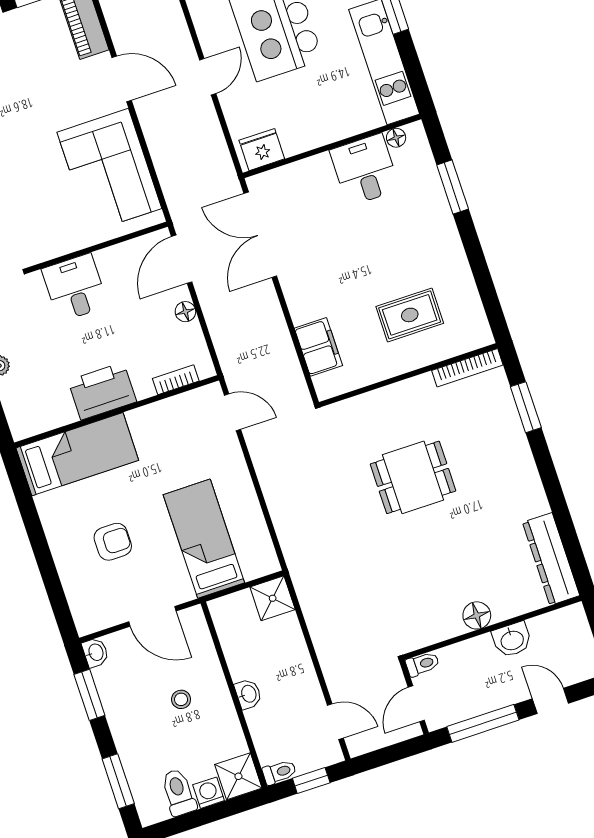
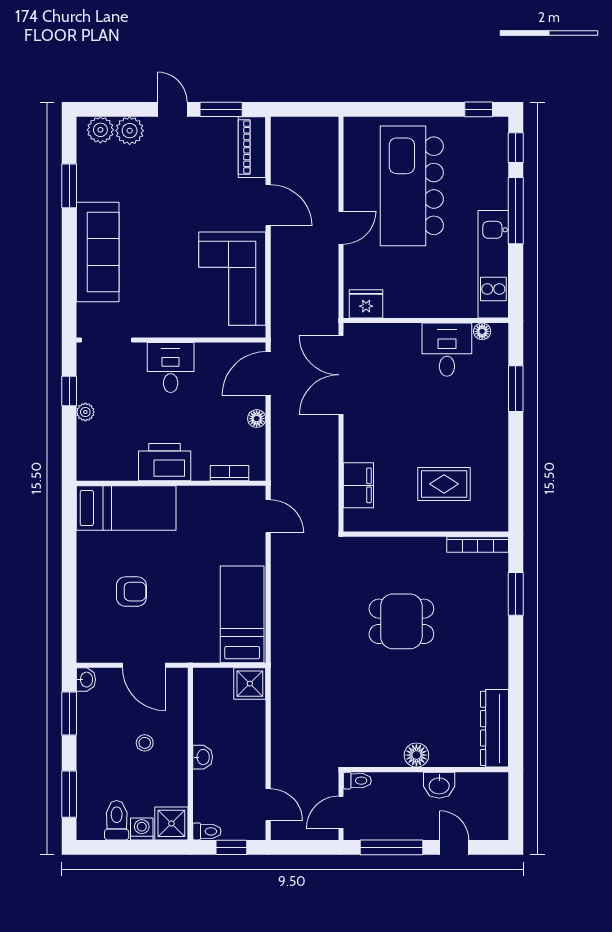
bed: (204, 539) -> (242, 614), moved

